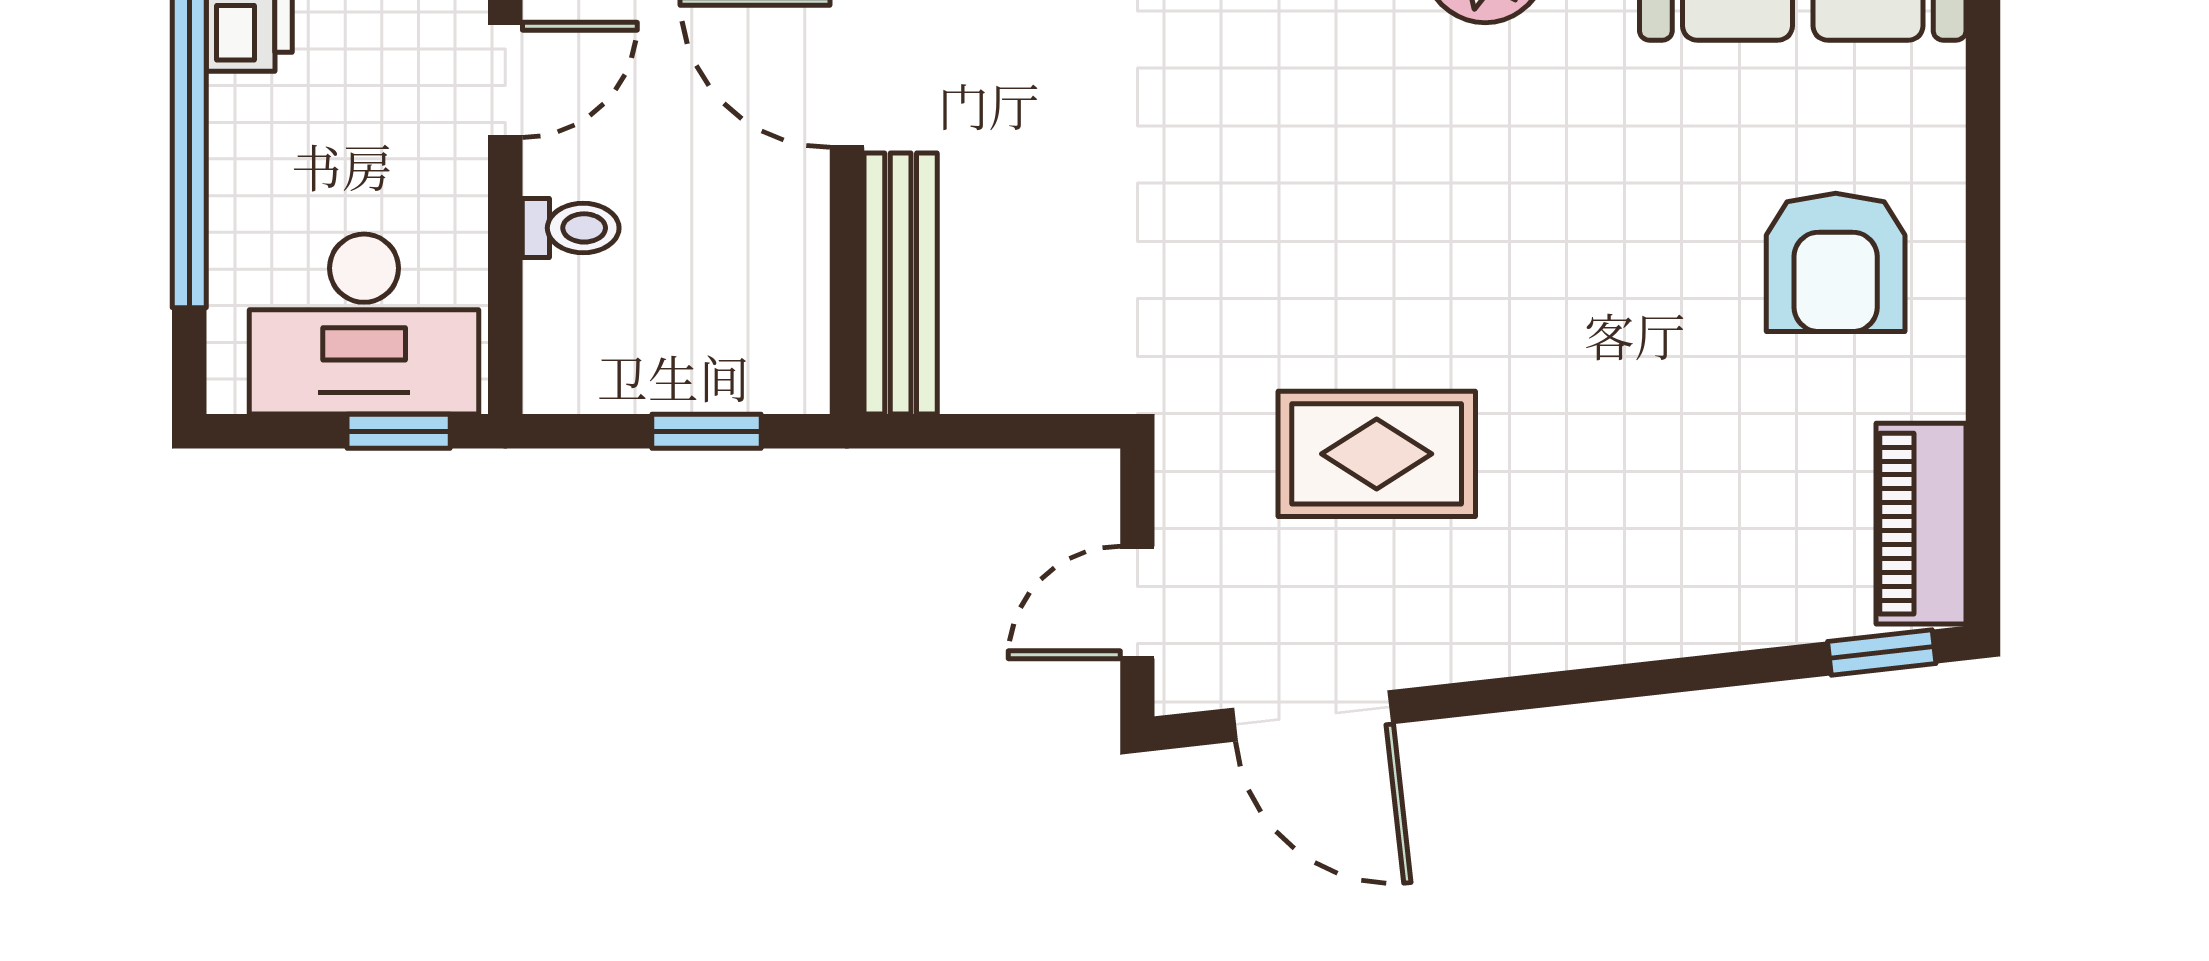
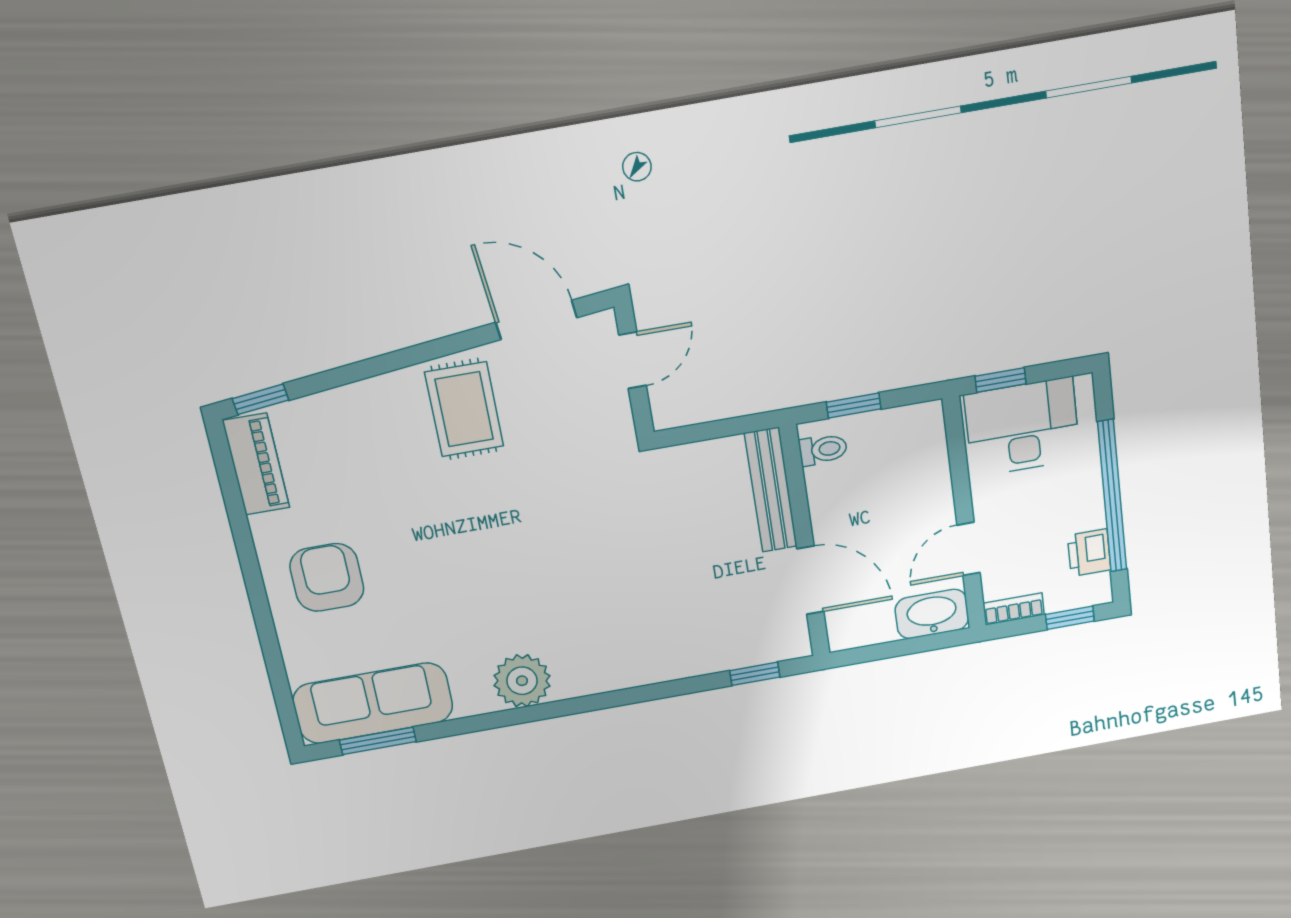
toilet: (571, 228) -> (823, 450), moved, turned 180
rug: (1377, 454) -> (464, 409), moved, turned 90

